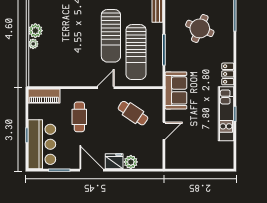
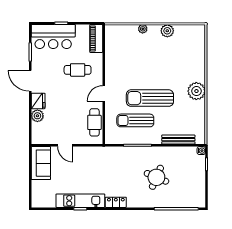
plant: (35, 31) -> (167, 31), moved
sun lounger: (136, 52) -> (135, 120), width x0.73, depth x0.75
door: (106, 88) -> (104, 93), swing flipped
sofa: (176, 90) -> (41, 163), moved, turned -90
cafe table: (133, 113) -> (94, 122), moved, turned -34
door: (91, 170) -> (30, 81), swing flipped

